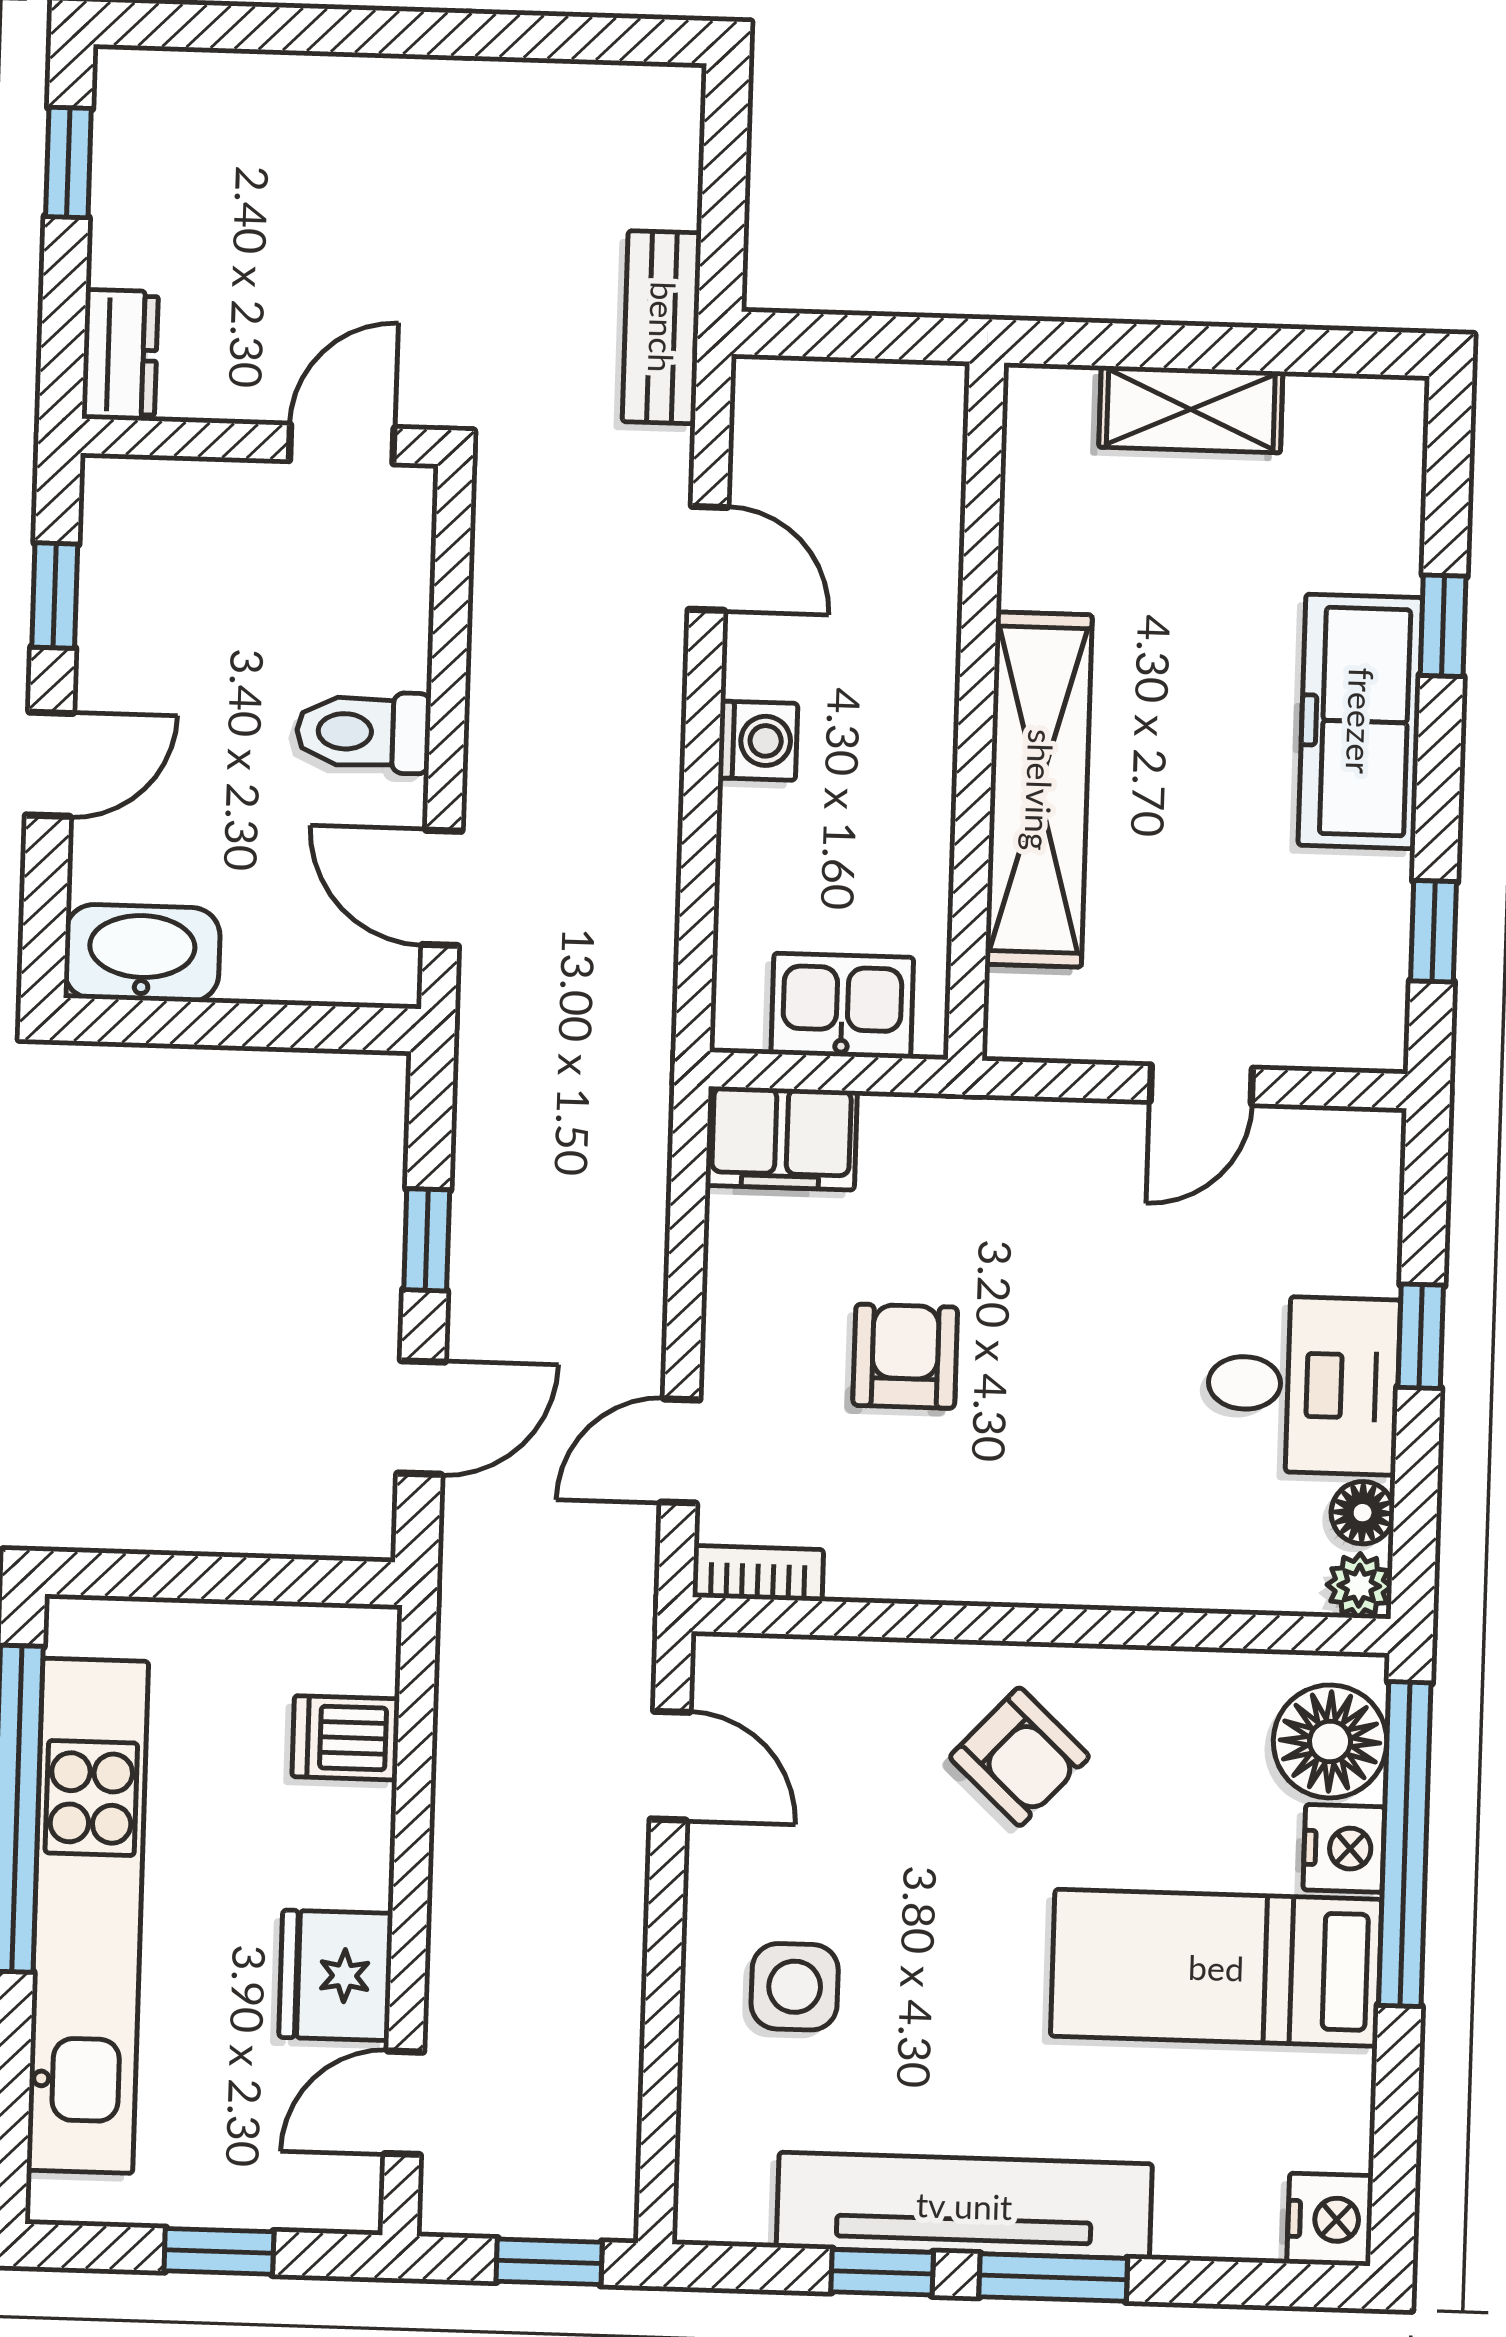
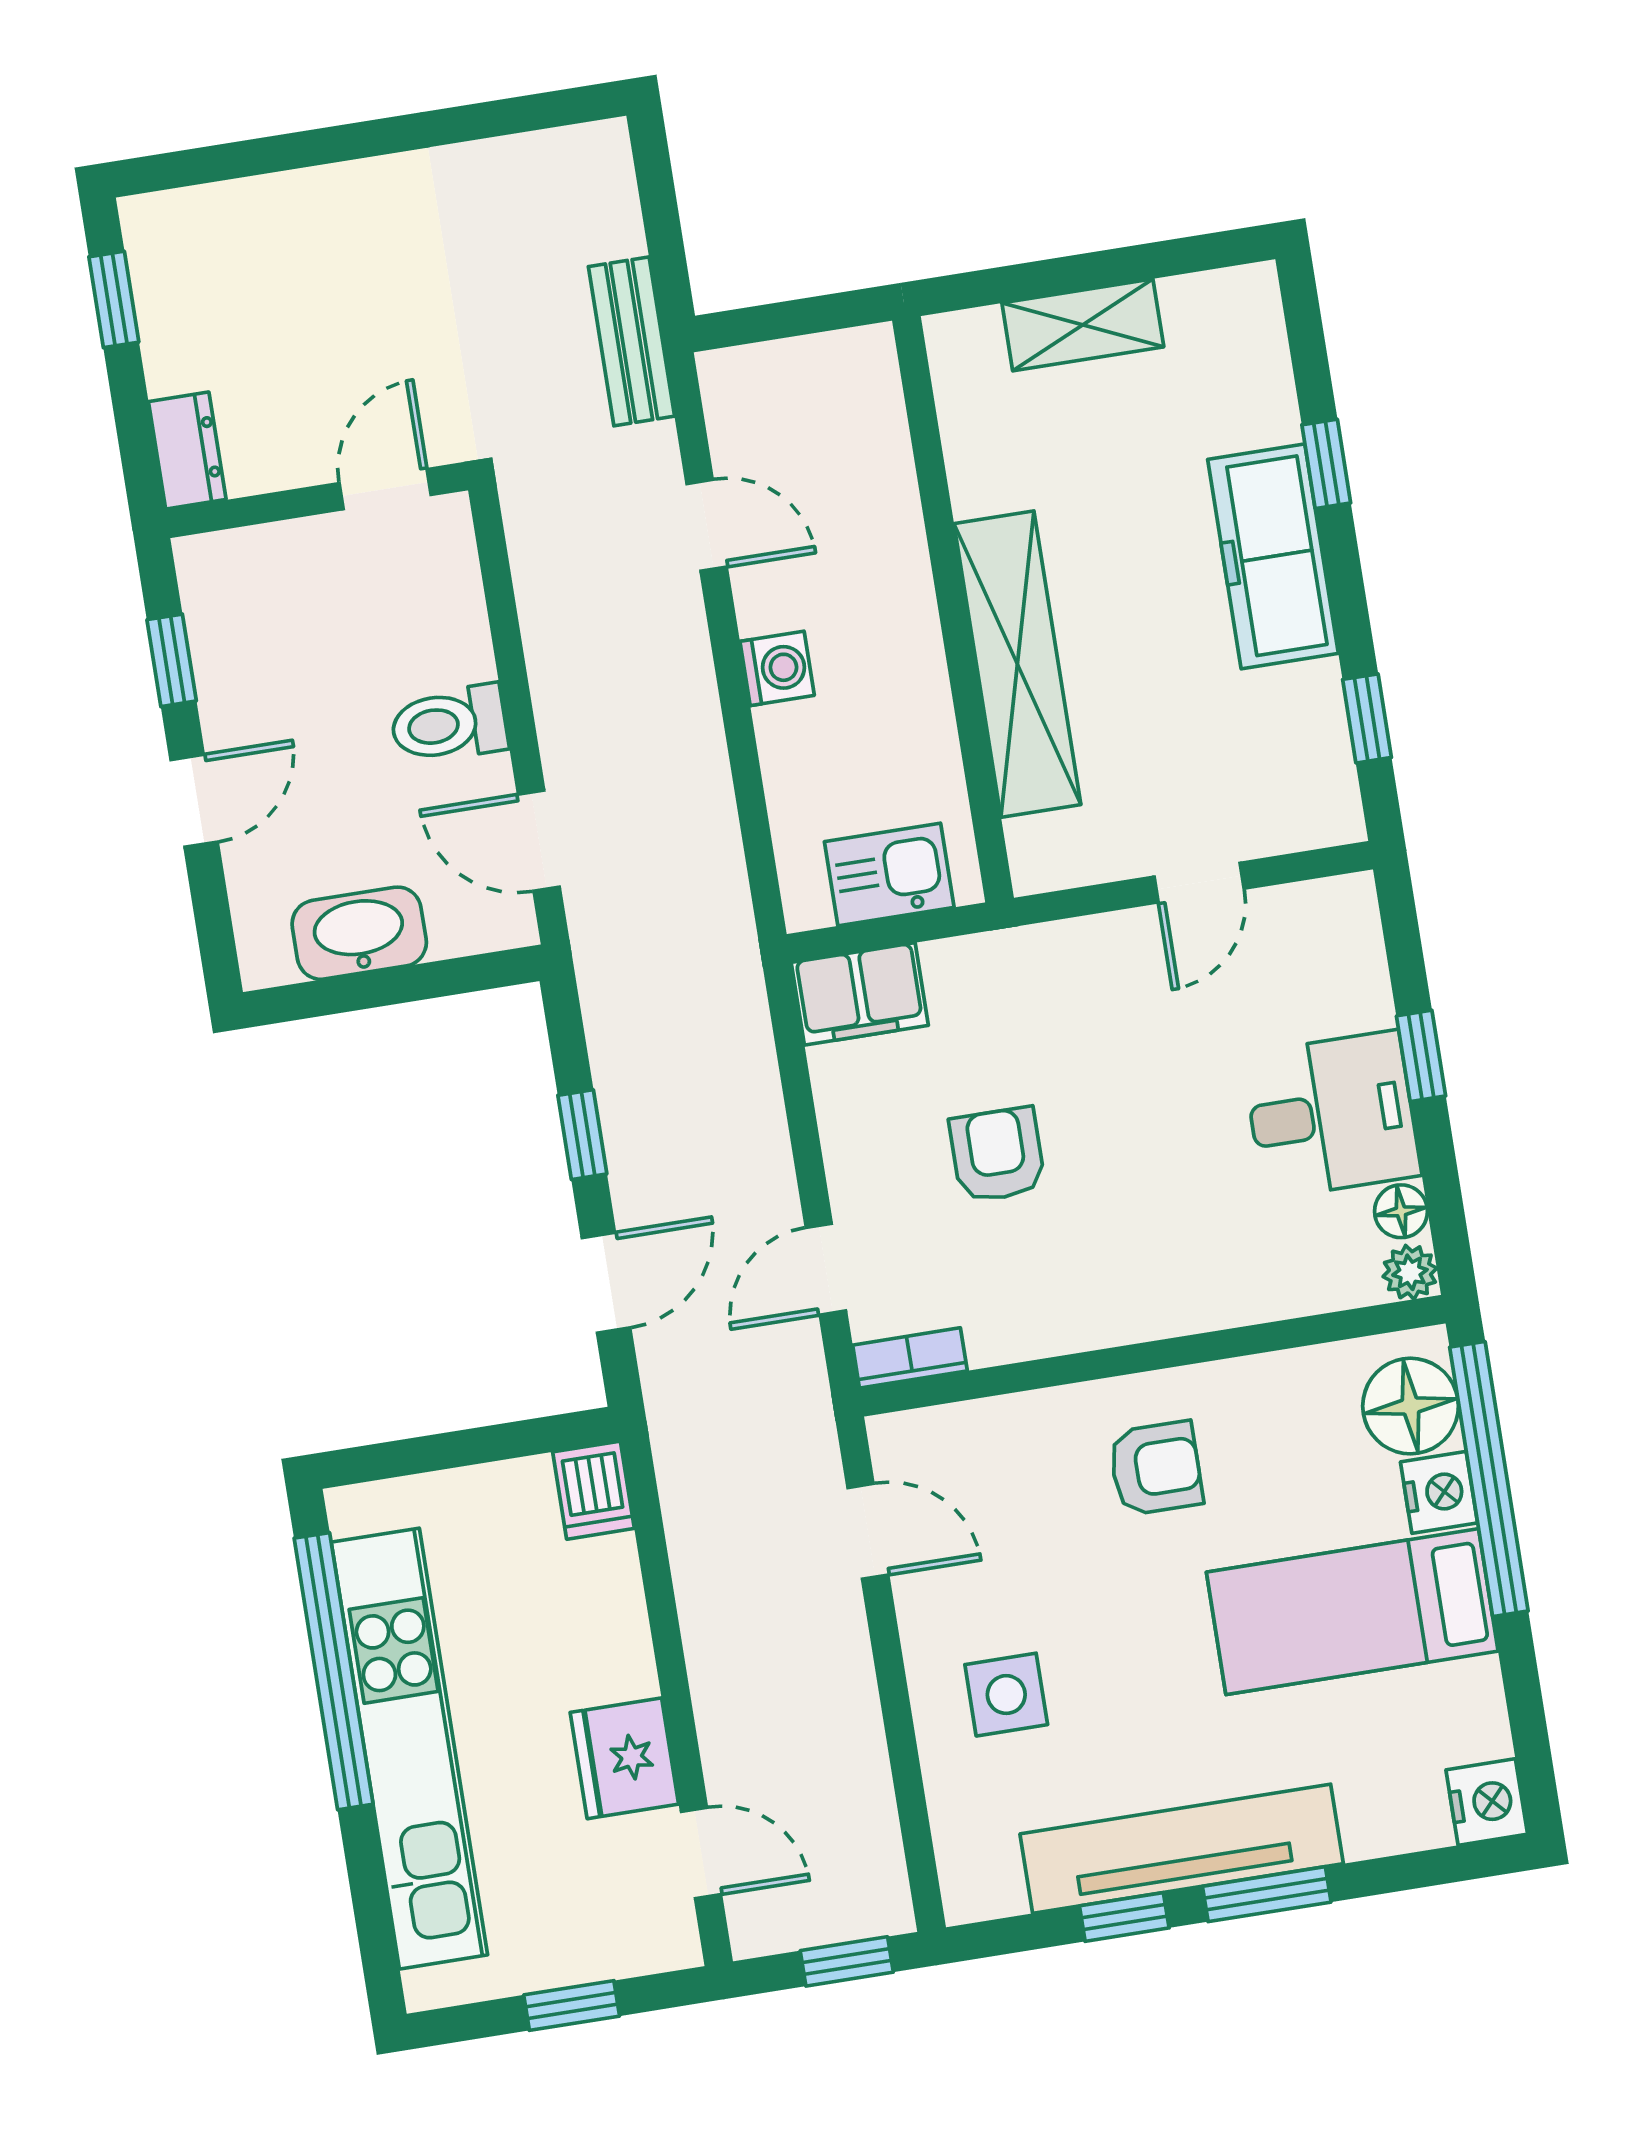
washbasin: (142, 953) -> (359, 933), moved
dishwasher: (346, 1738) -> (594, 1490), moved, turned -90
armchair: (1019, 1757) -> (1156, 1468), turned -43
door: (404, 2103) -> (701, 1853), swing flipped

